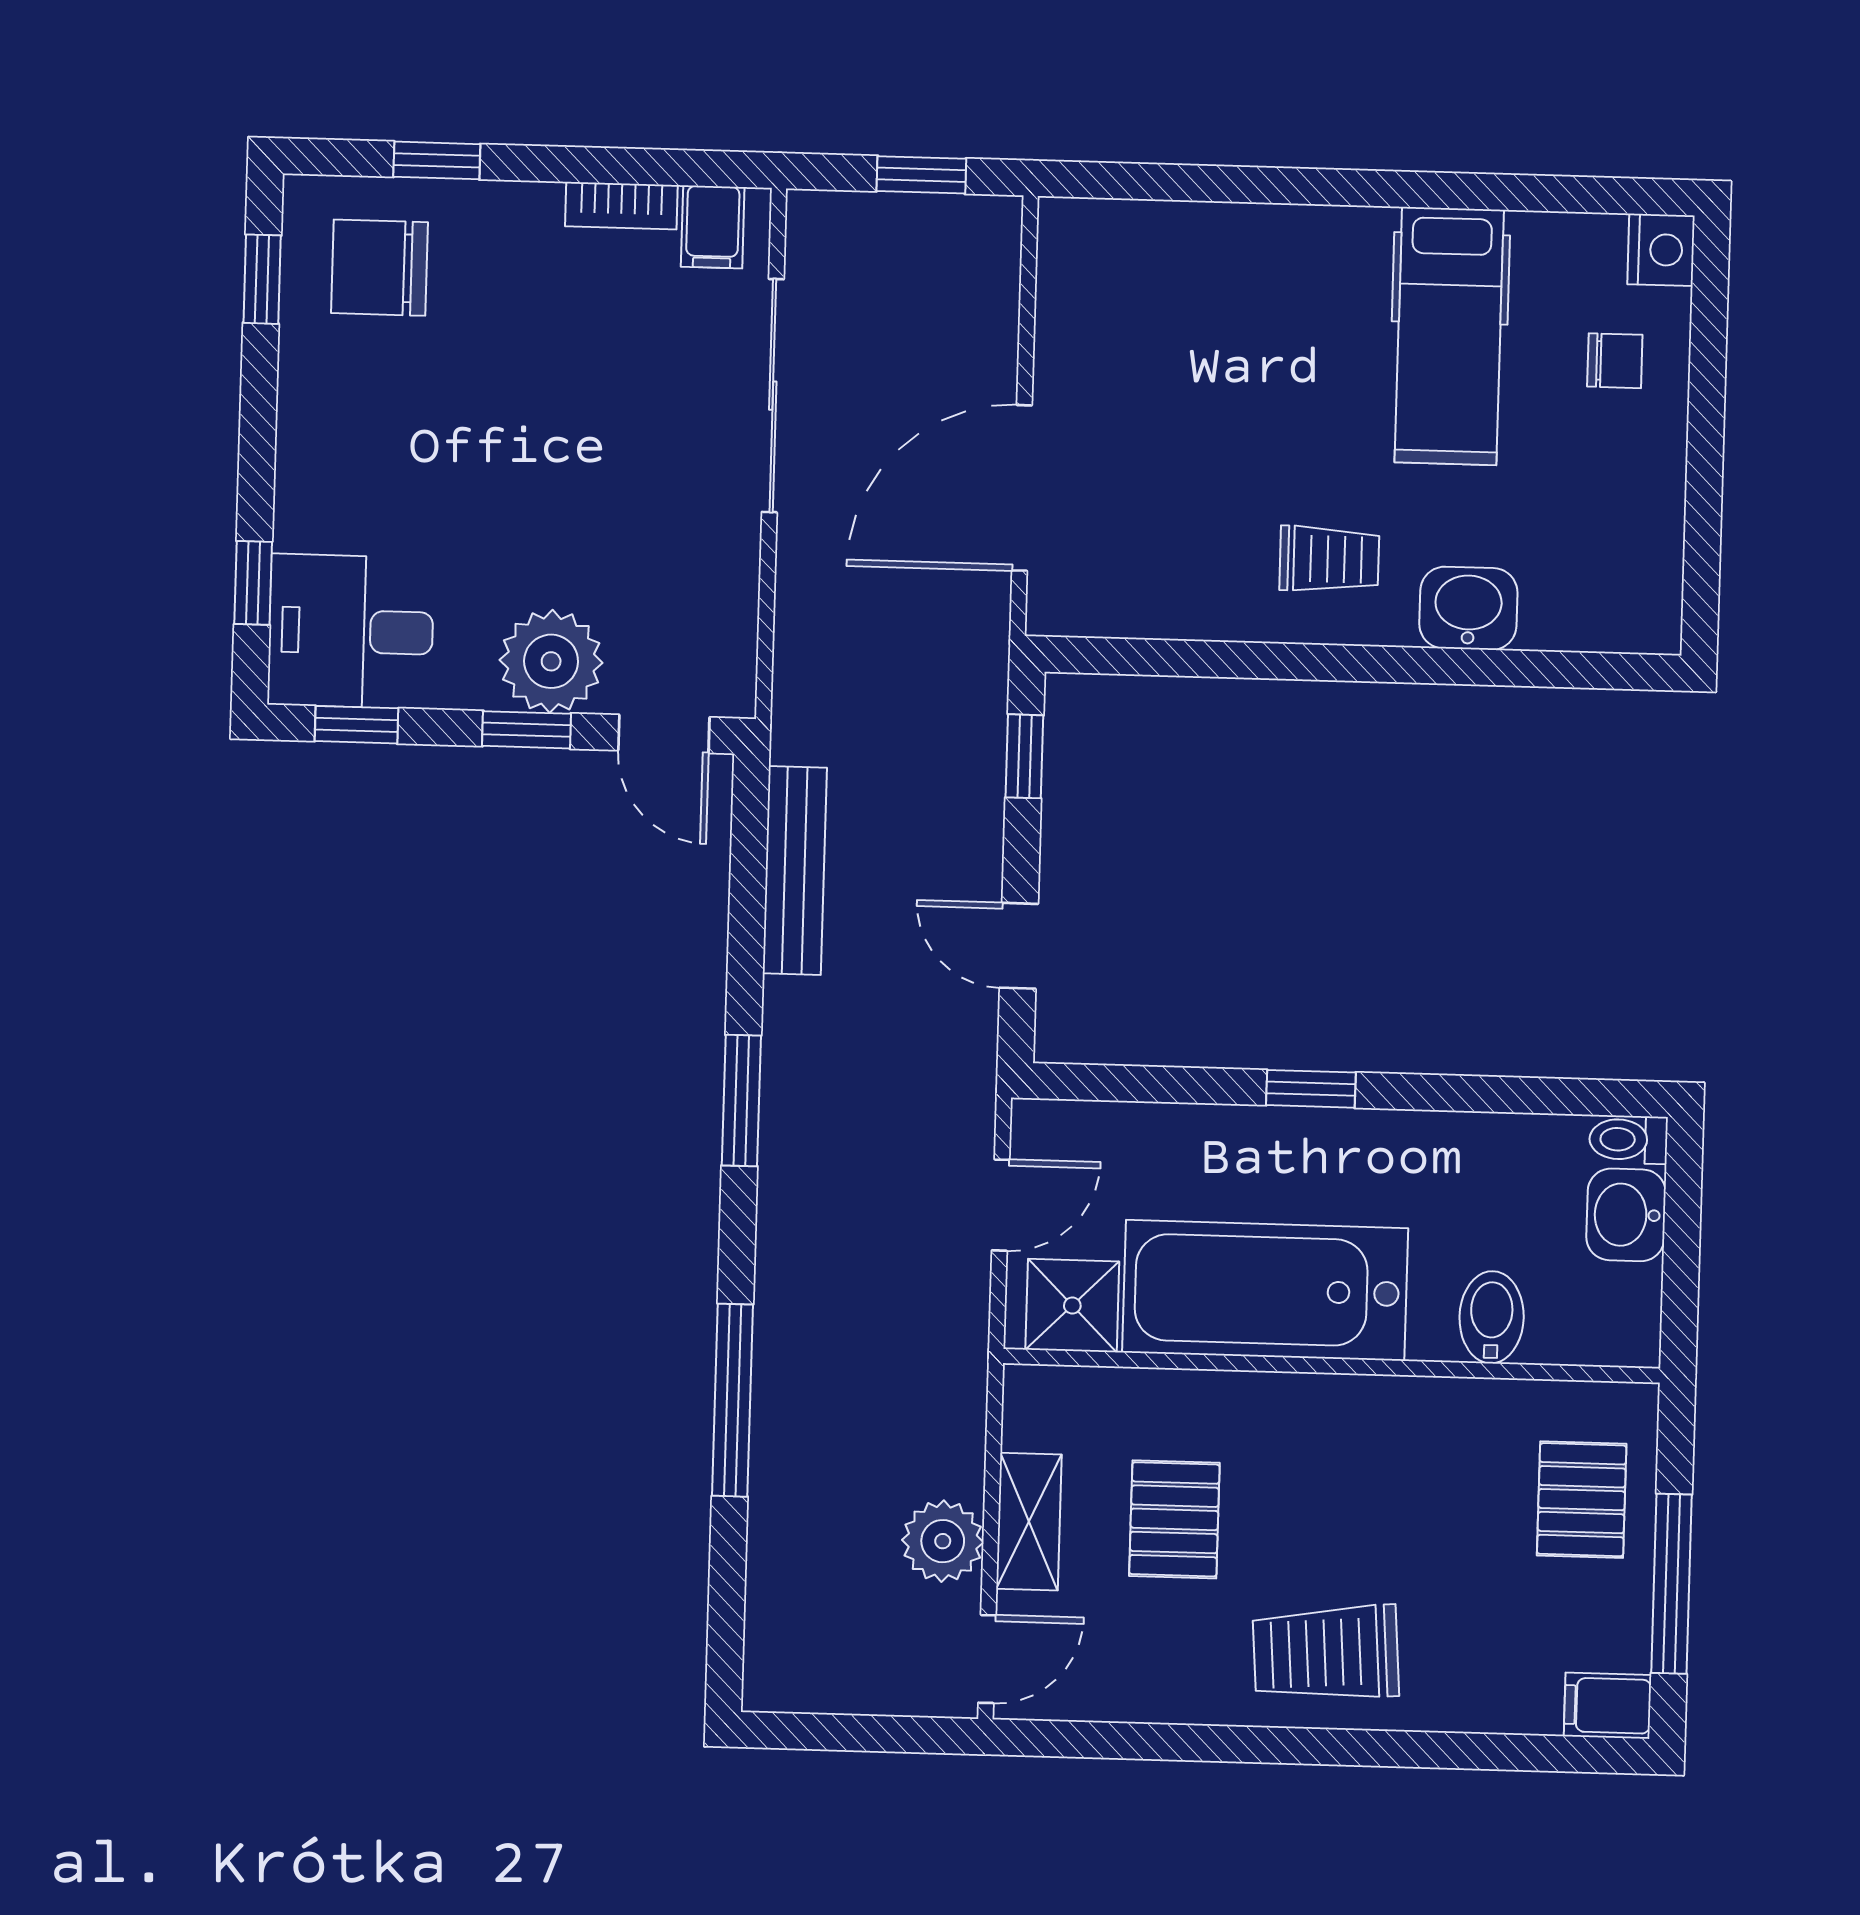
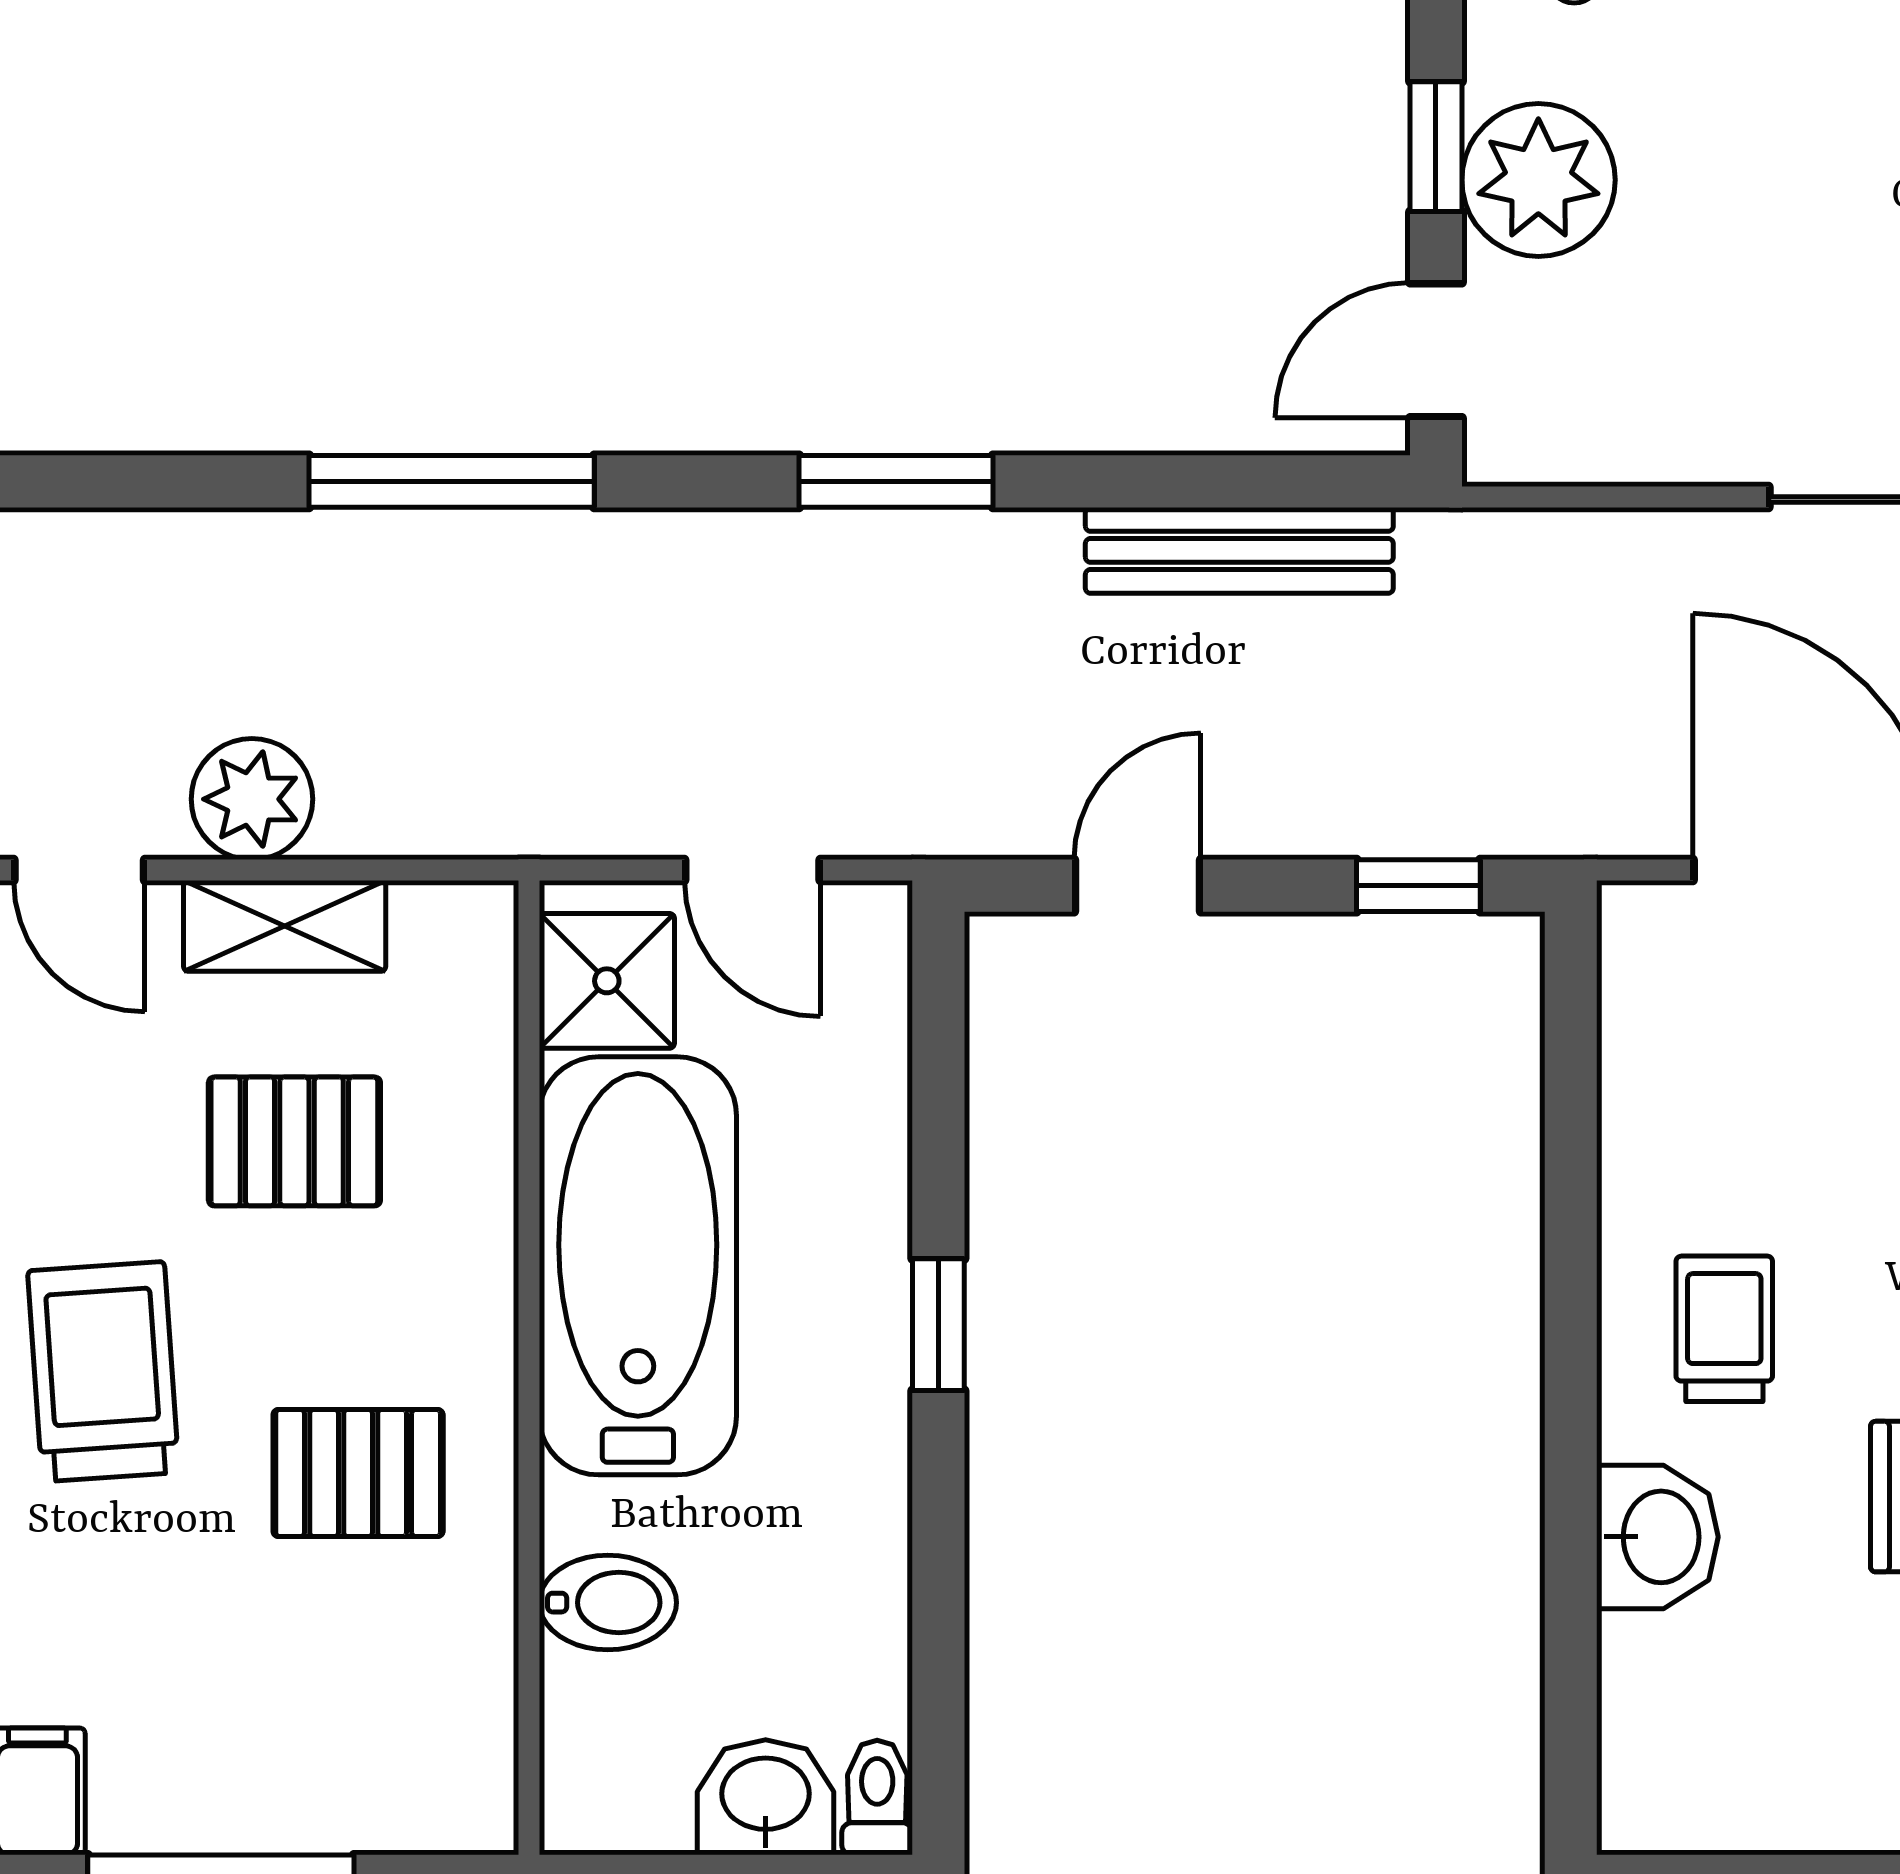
trolley: (1329, 559) -> (1724, 1329), turned 180
pallet: (1582, 1500) -> (358, 1473), moved

